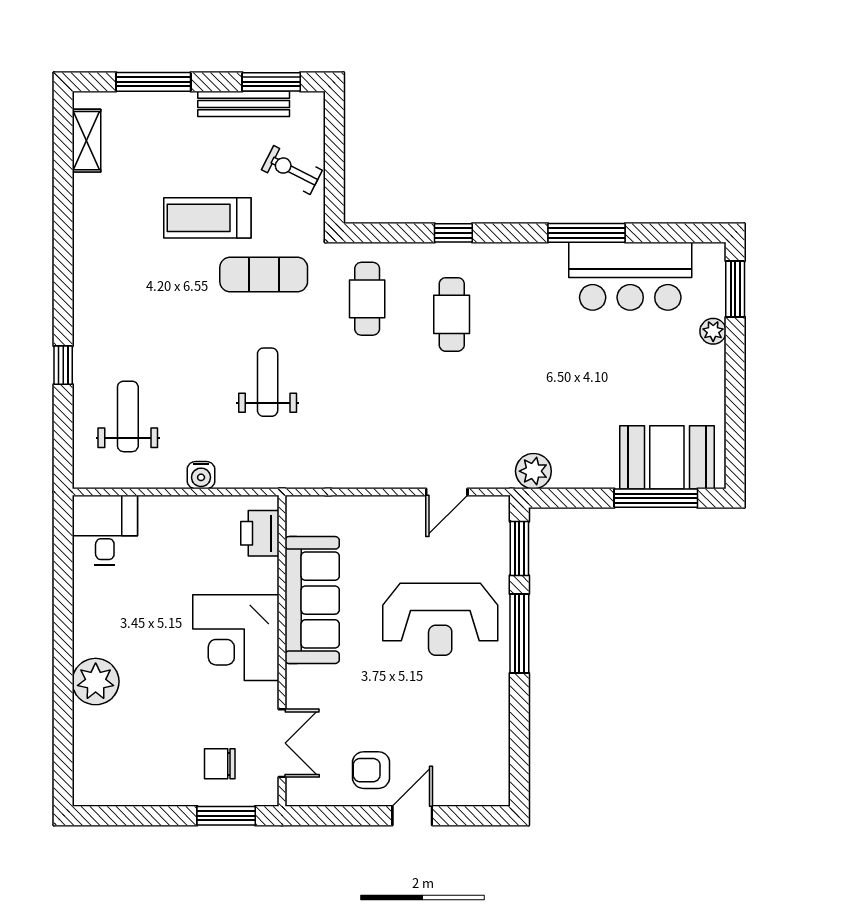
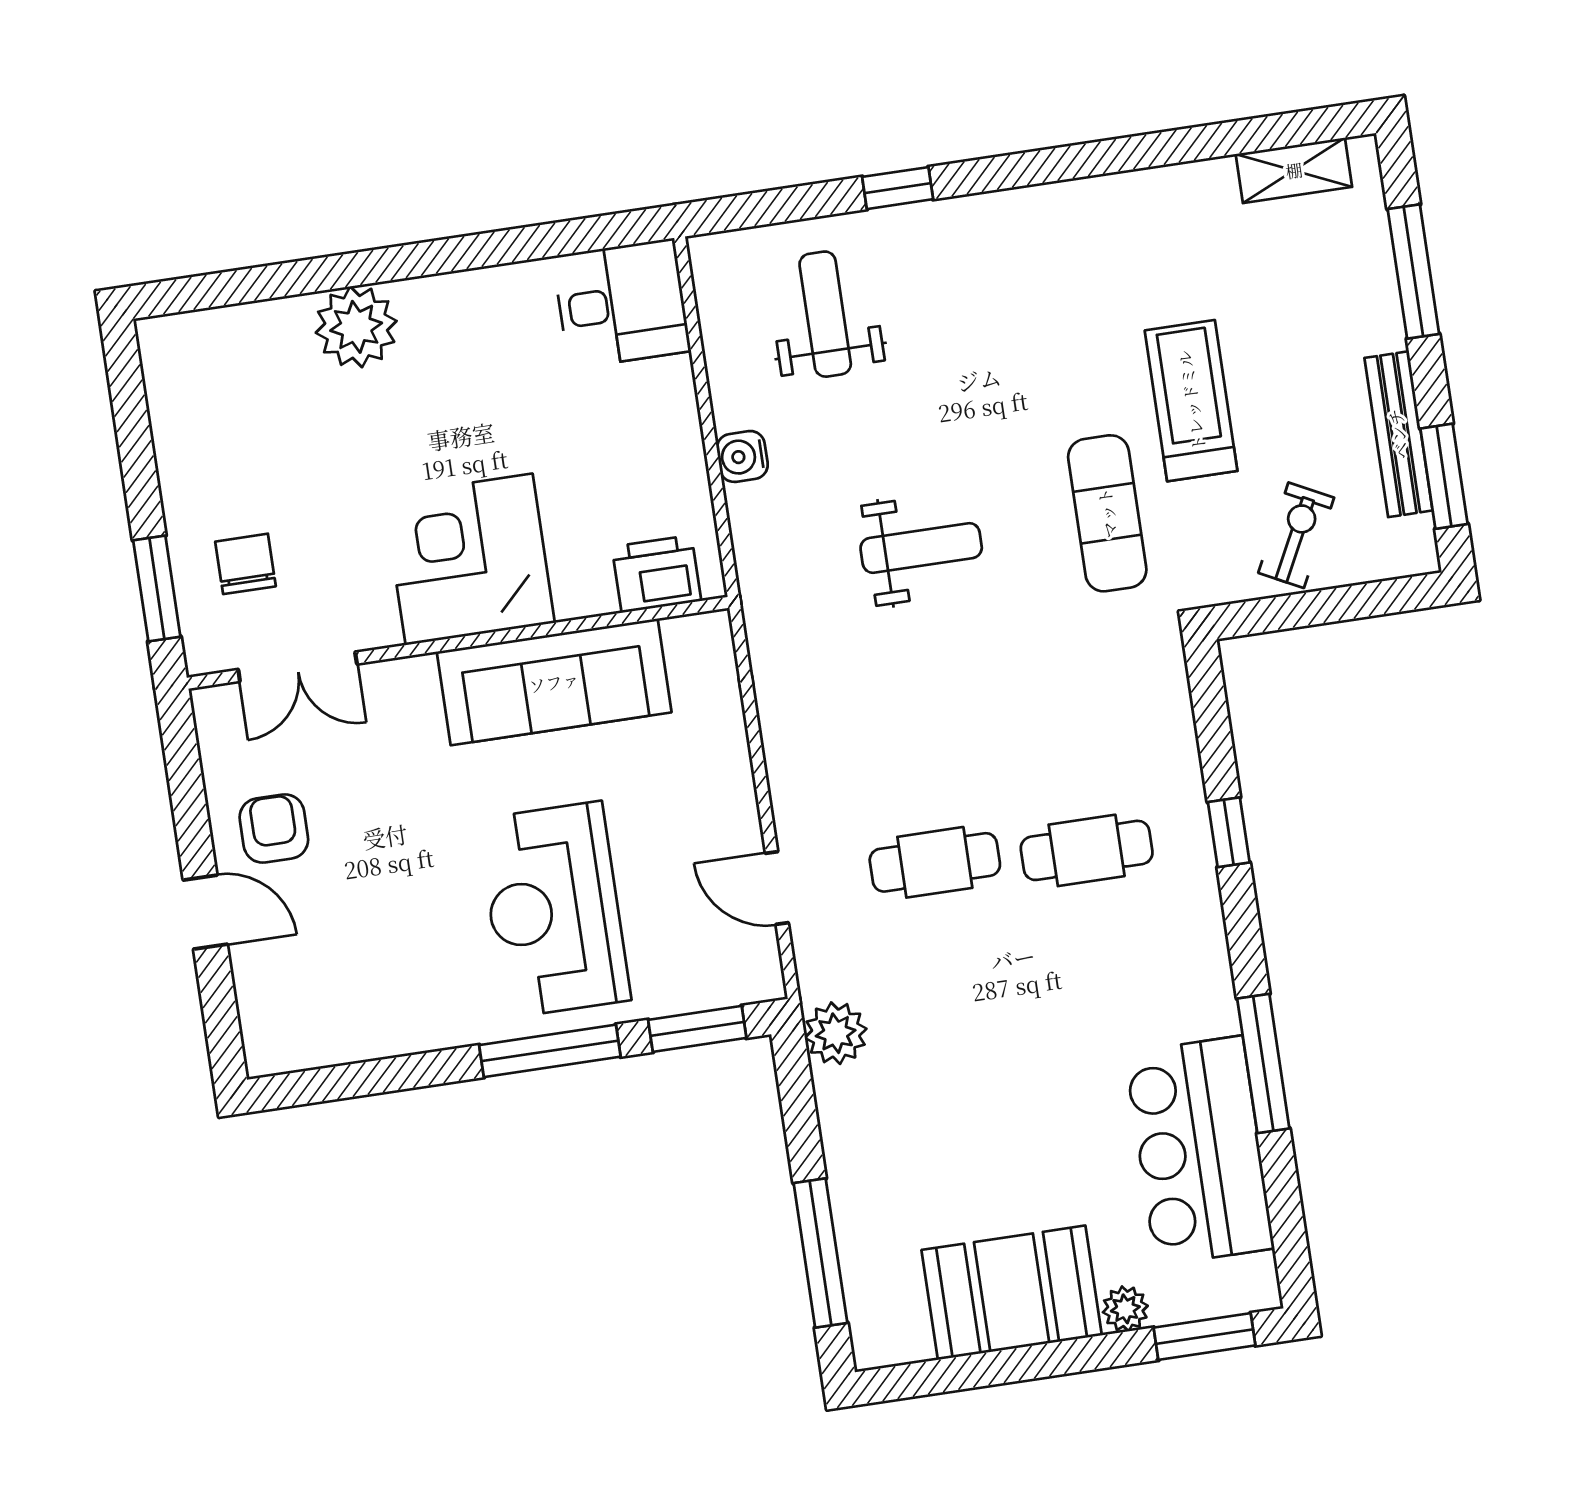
cafe table: (367, 299) -> (935, 862), moved
weight bench: (128, 416) -> (825, 314), turned -90
booth: (667, 457) -> (1012, 1293), moved, turned 90

